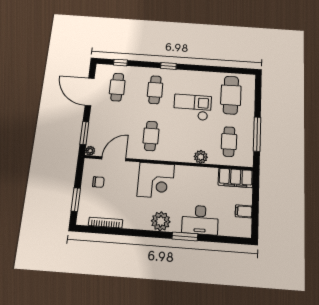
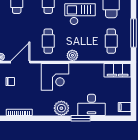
plant: (201, 157) -> (72, 55), moved
filing cabinet: (244, 211) -> (125, 107), moved

